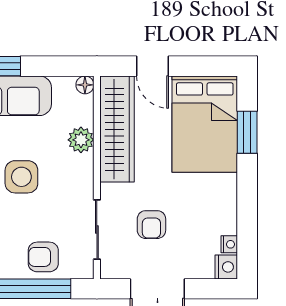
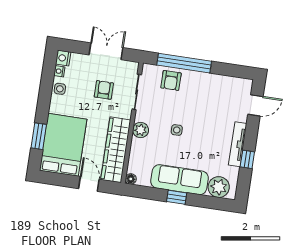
plant: (81, 140) -> (141, 130), moved
side table: (21, 177) -> (177, 130), width x0.54, depth x0.54
side table: (224, 215) -> (60, 89), added
armchair: (43, 257) -> (171, 80), turned 90

